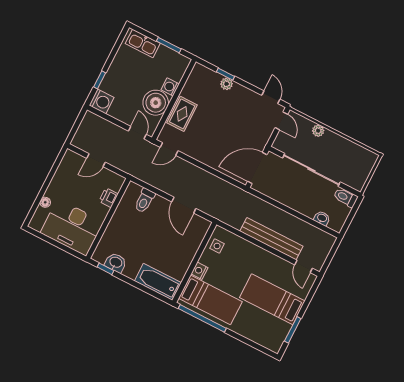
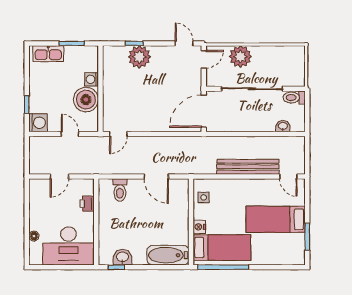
plant: (226, 84) -> (139, 57), width x1.87, depth x1.87
rug: (182, 114) -> (114, 98), removed
door: (281, 121) -> (204, 59), hinge flipped
plant: (318, 131) -> (240, 57), width x1.88, depth x1.88
door: (137, 133) -> (70, 134), moved

